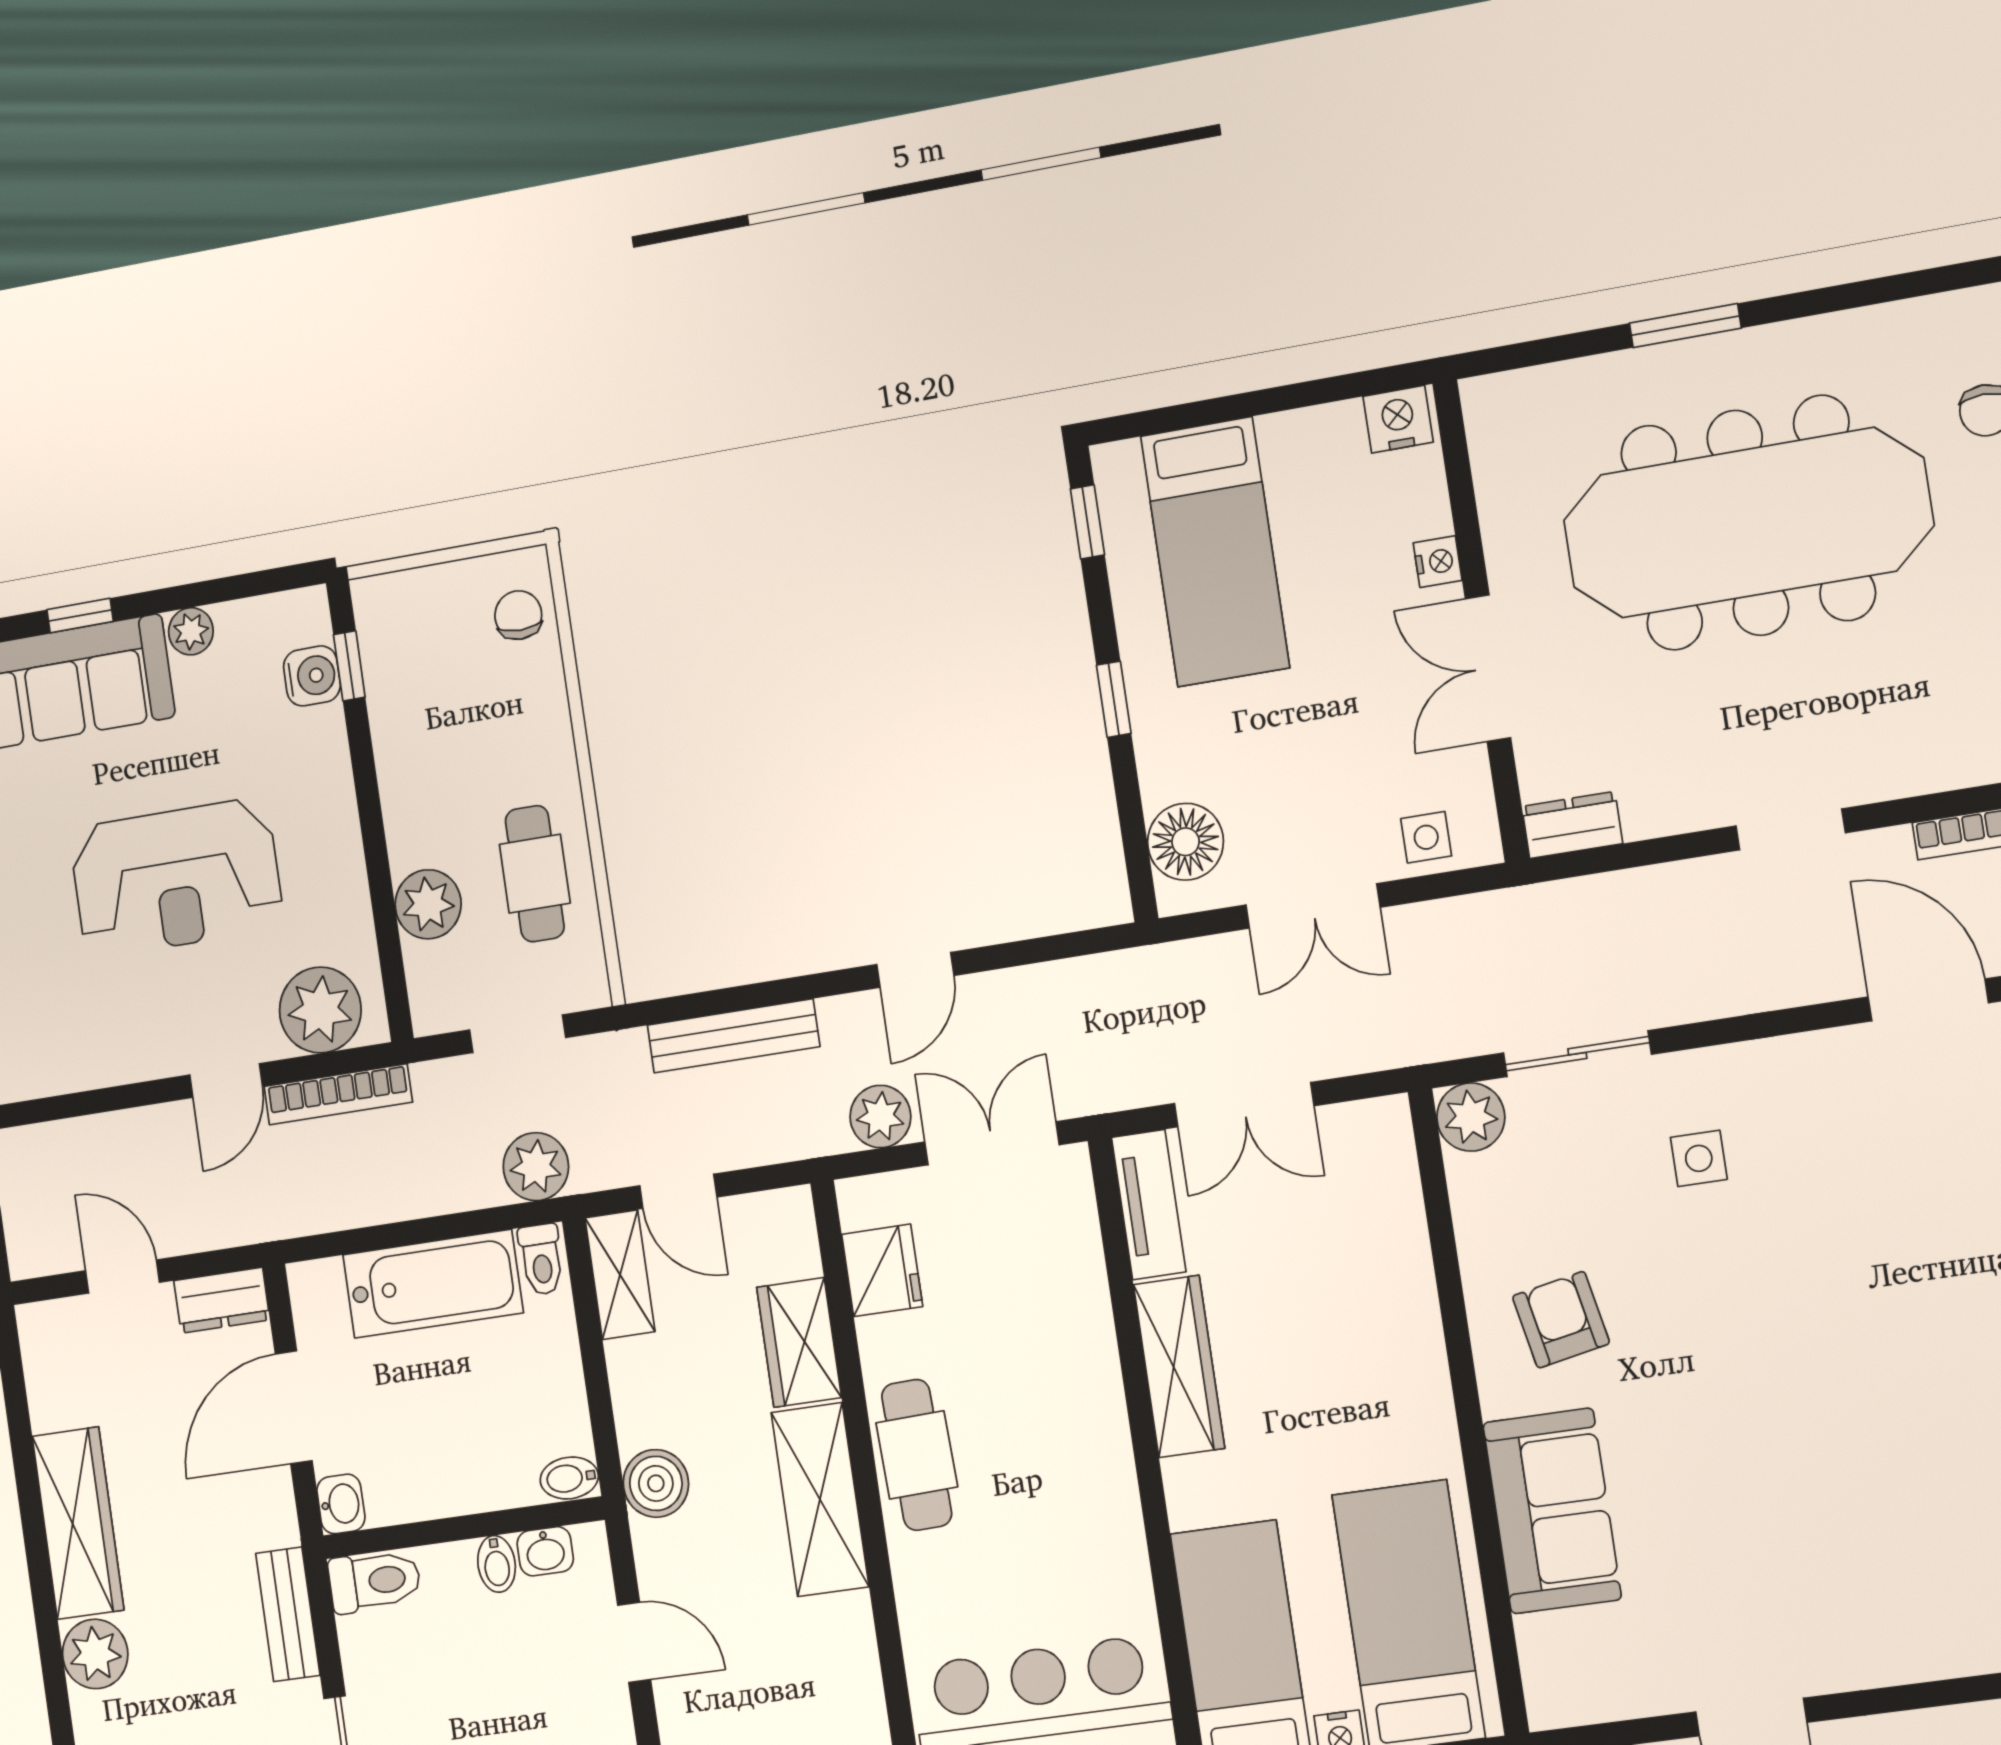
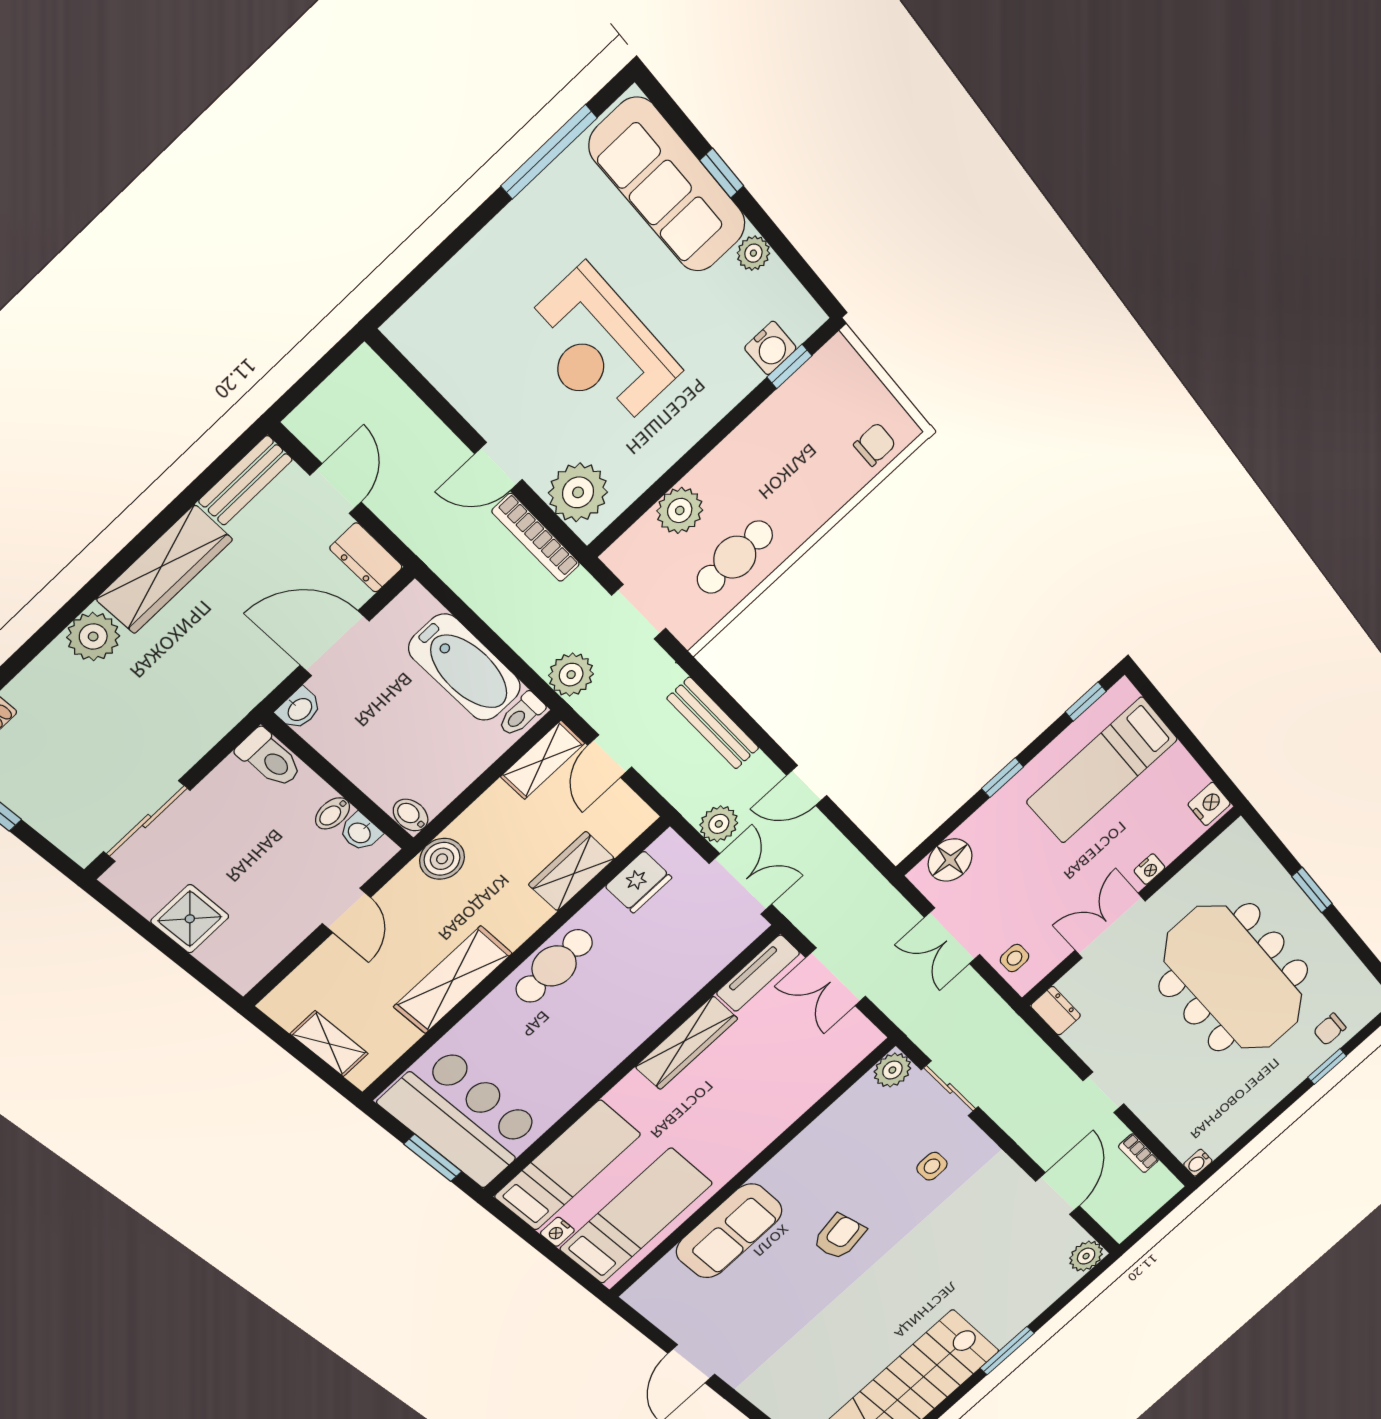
armchair: (1561, 1320) -> (839, 1237), moved
shelving: (820, 1500) -> (453, 980), moved
bench: (288, 1614) -> (245, 480), moved

